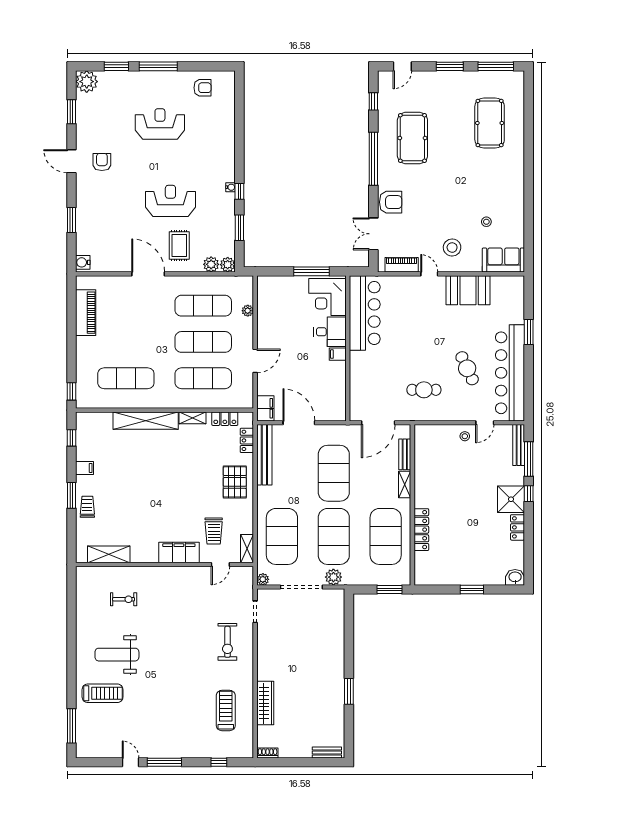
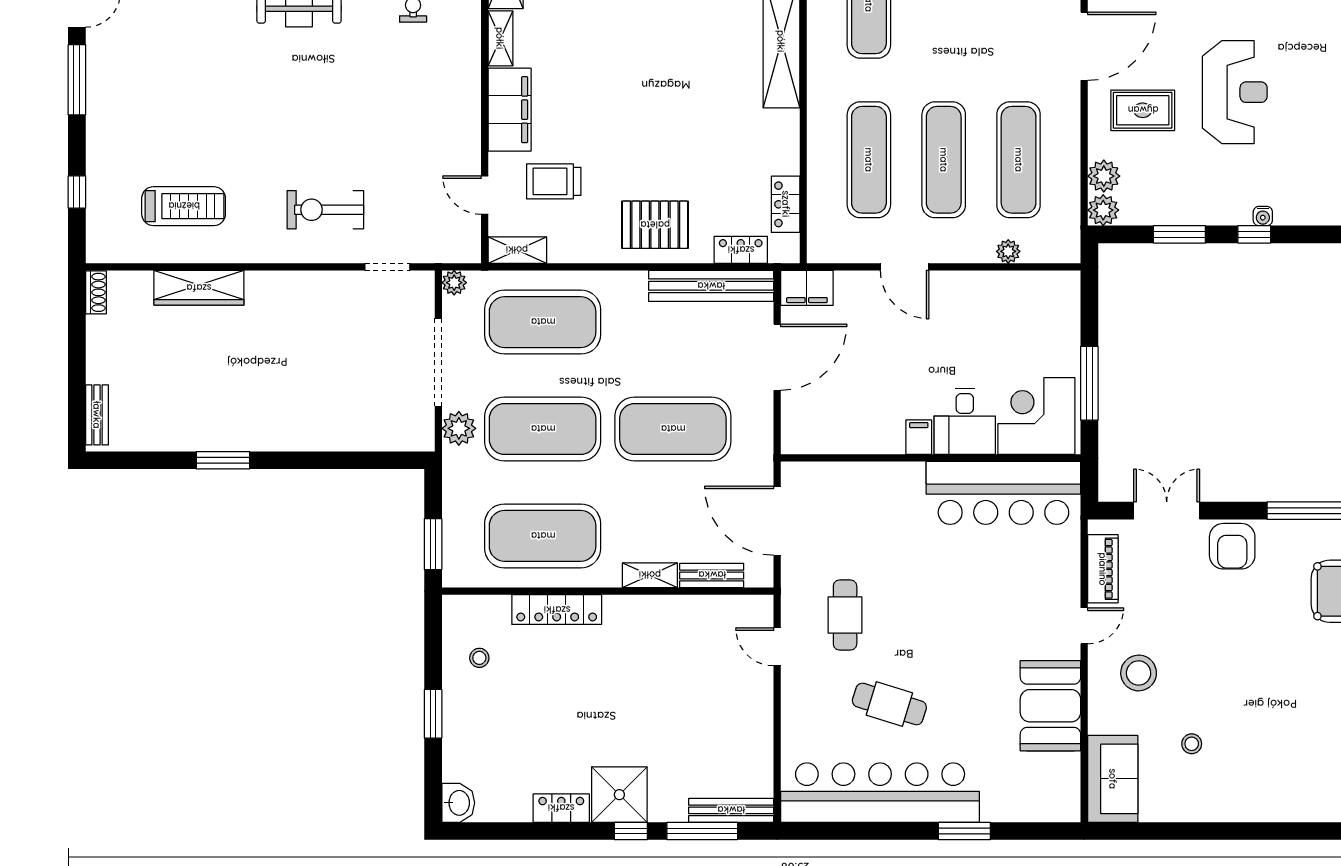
cafe table: (467, 368) -> (889, 704), turned 42
shelving: (193, 418) -> (500, 38), moved
door: (485, 423) -> (777, 647), moved
stool: (465, 436) -> (479, 658), moved

